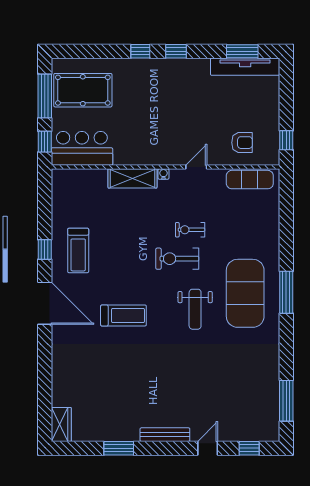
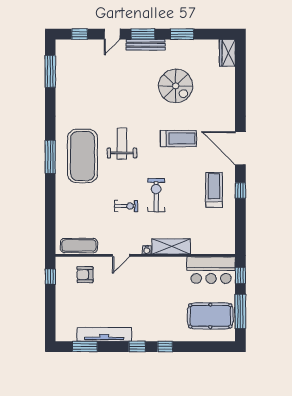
tv unit: (245, 67) -> (104, 334), moved
exercise bike: (177, 259) -> (156, 195), moved, turned -90
treadmill: (123, 315) -> (178, 139), turned 180
spiral stairs: (127, 382) -> (176, 86), added
window: (168, 448) -> (143, 34), added

